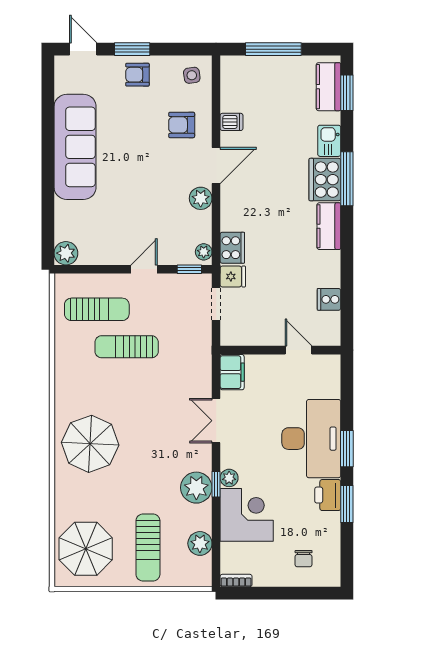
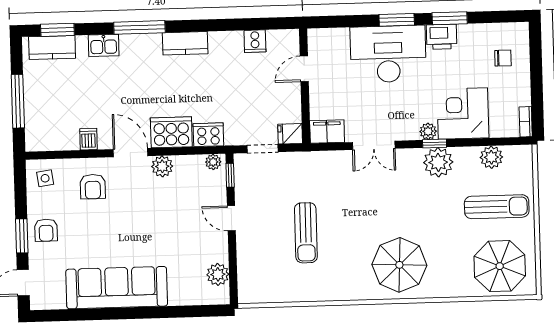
cooker: (325, 180) -> (171, 132), moved, turned 180
plant: (66, 253) -> (218, 274), moved
fridge: (233, 276) -> (290, 134), moved, turned -90
sun lounger: (97, 309) -> (271, 262), removed

